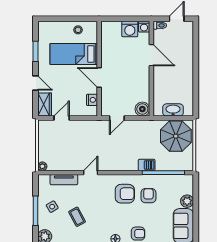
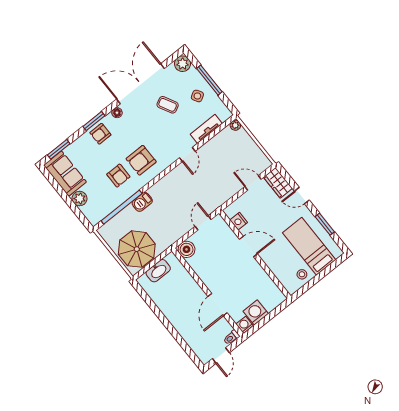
bed: (74, 54) -> (309, 246), moved, turned -90
door: (151, 55) -> (218, 305), hinge flipped
door: (62, 118) -> (253, 183), swing flipped

